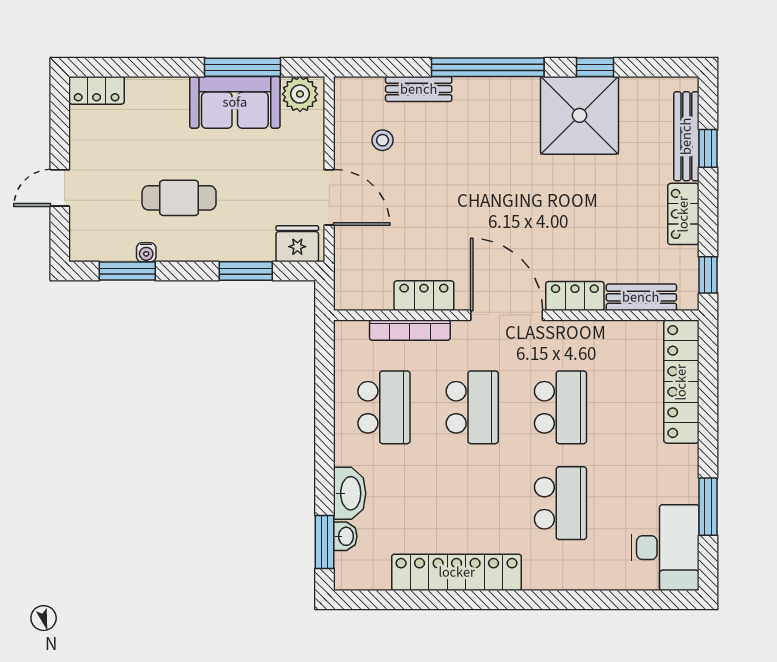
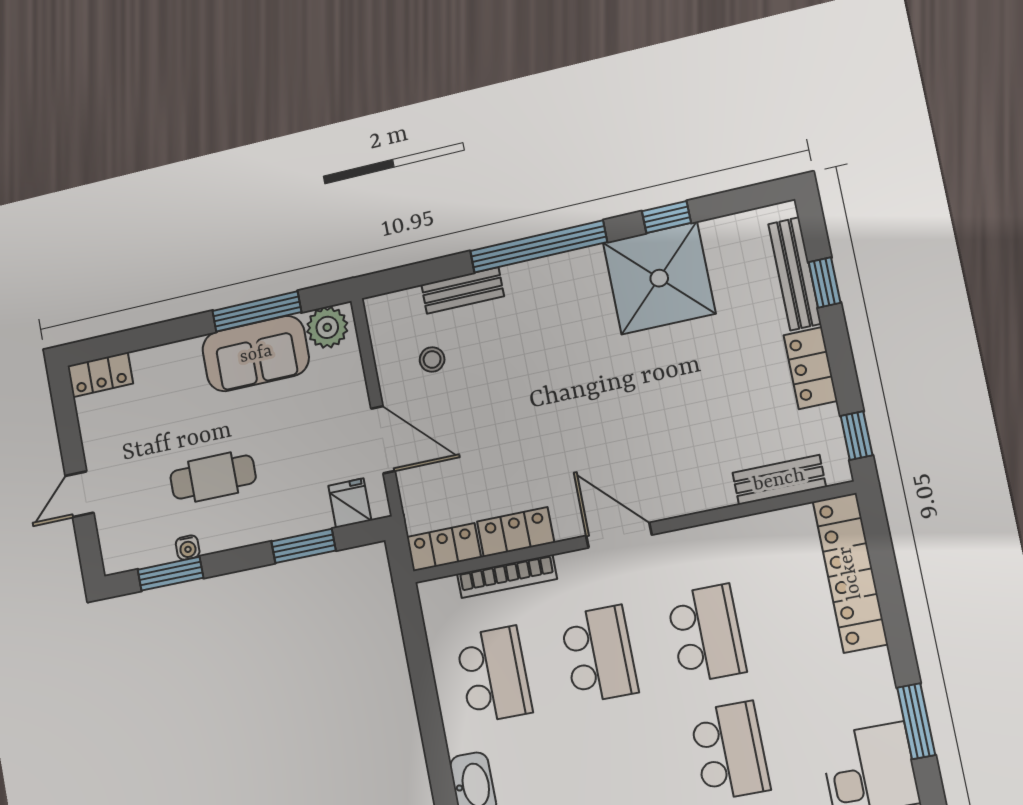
fridge: (297, 244) -> (350, 503), width x0.72
locker: (575, 296) -> (444, 547), moved
door: (507, 315) -> (619, 535), width x0.73

